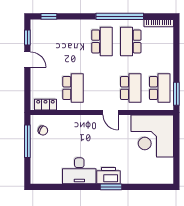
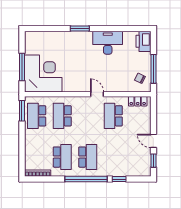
window: (49, 16) -> (119, 179), moved
window: (120, 16) -> (86, 179), moved
school desk: (102, 41) -> (88, 157), turned 180
door: (110, 112) -> (97, 94), moved
window: (176, 143) -> (22, 67), added
printer: (109, 176) -> (144, 41), moved, turned 90

